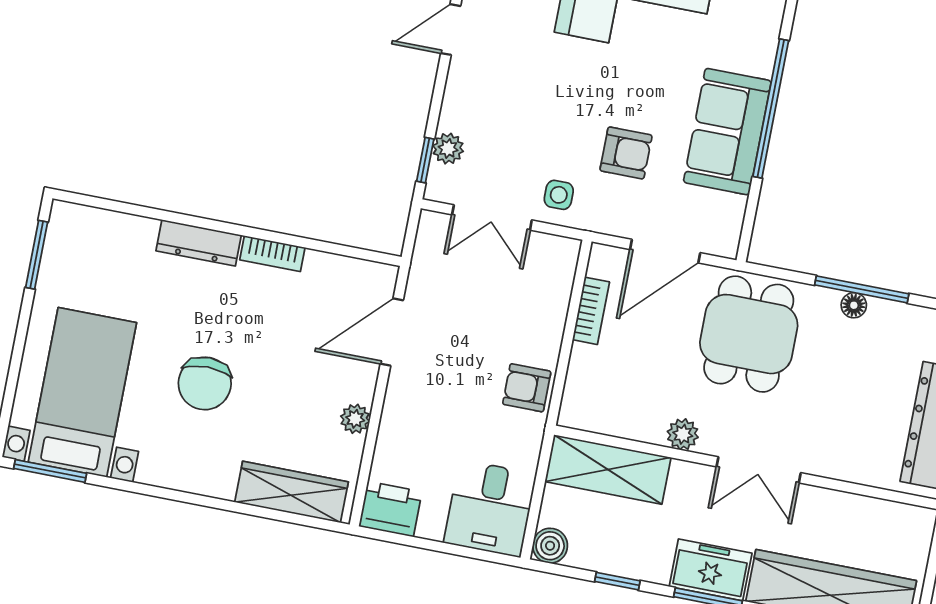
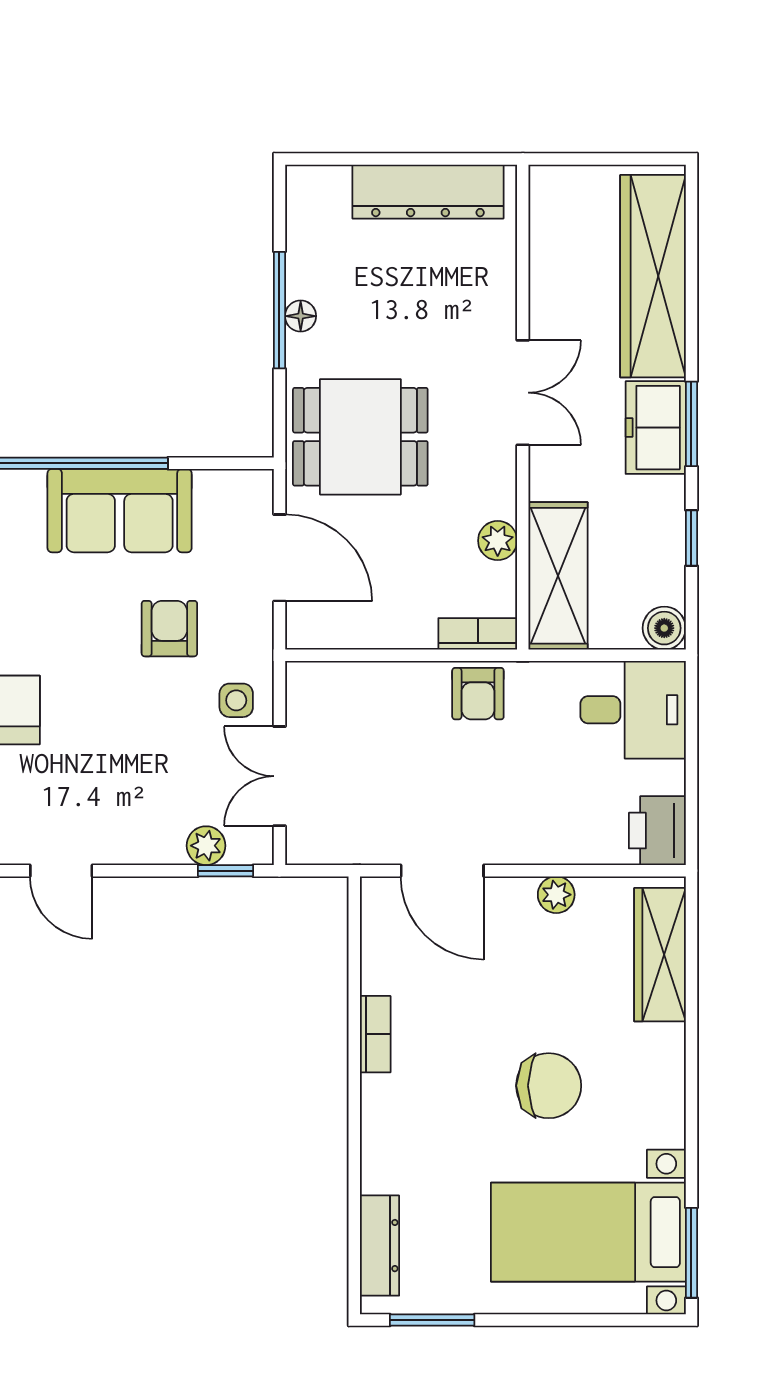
double door: (492, 217) -> (279, 776), swing flipped
dresser: (199, 243) -> (380, 1246), moved
bookcase: (591, 311) -> (478, 634), moved
plant: (683, 434) -> (498, 541), moved

